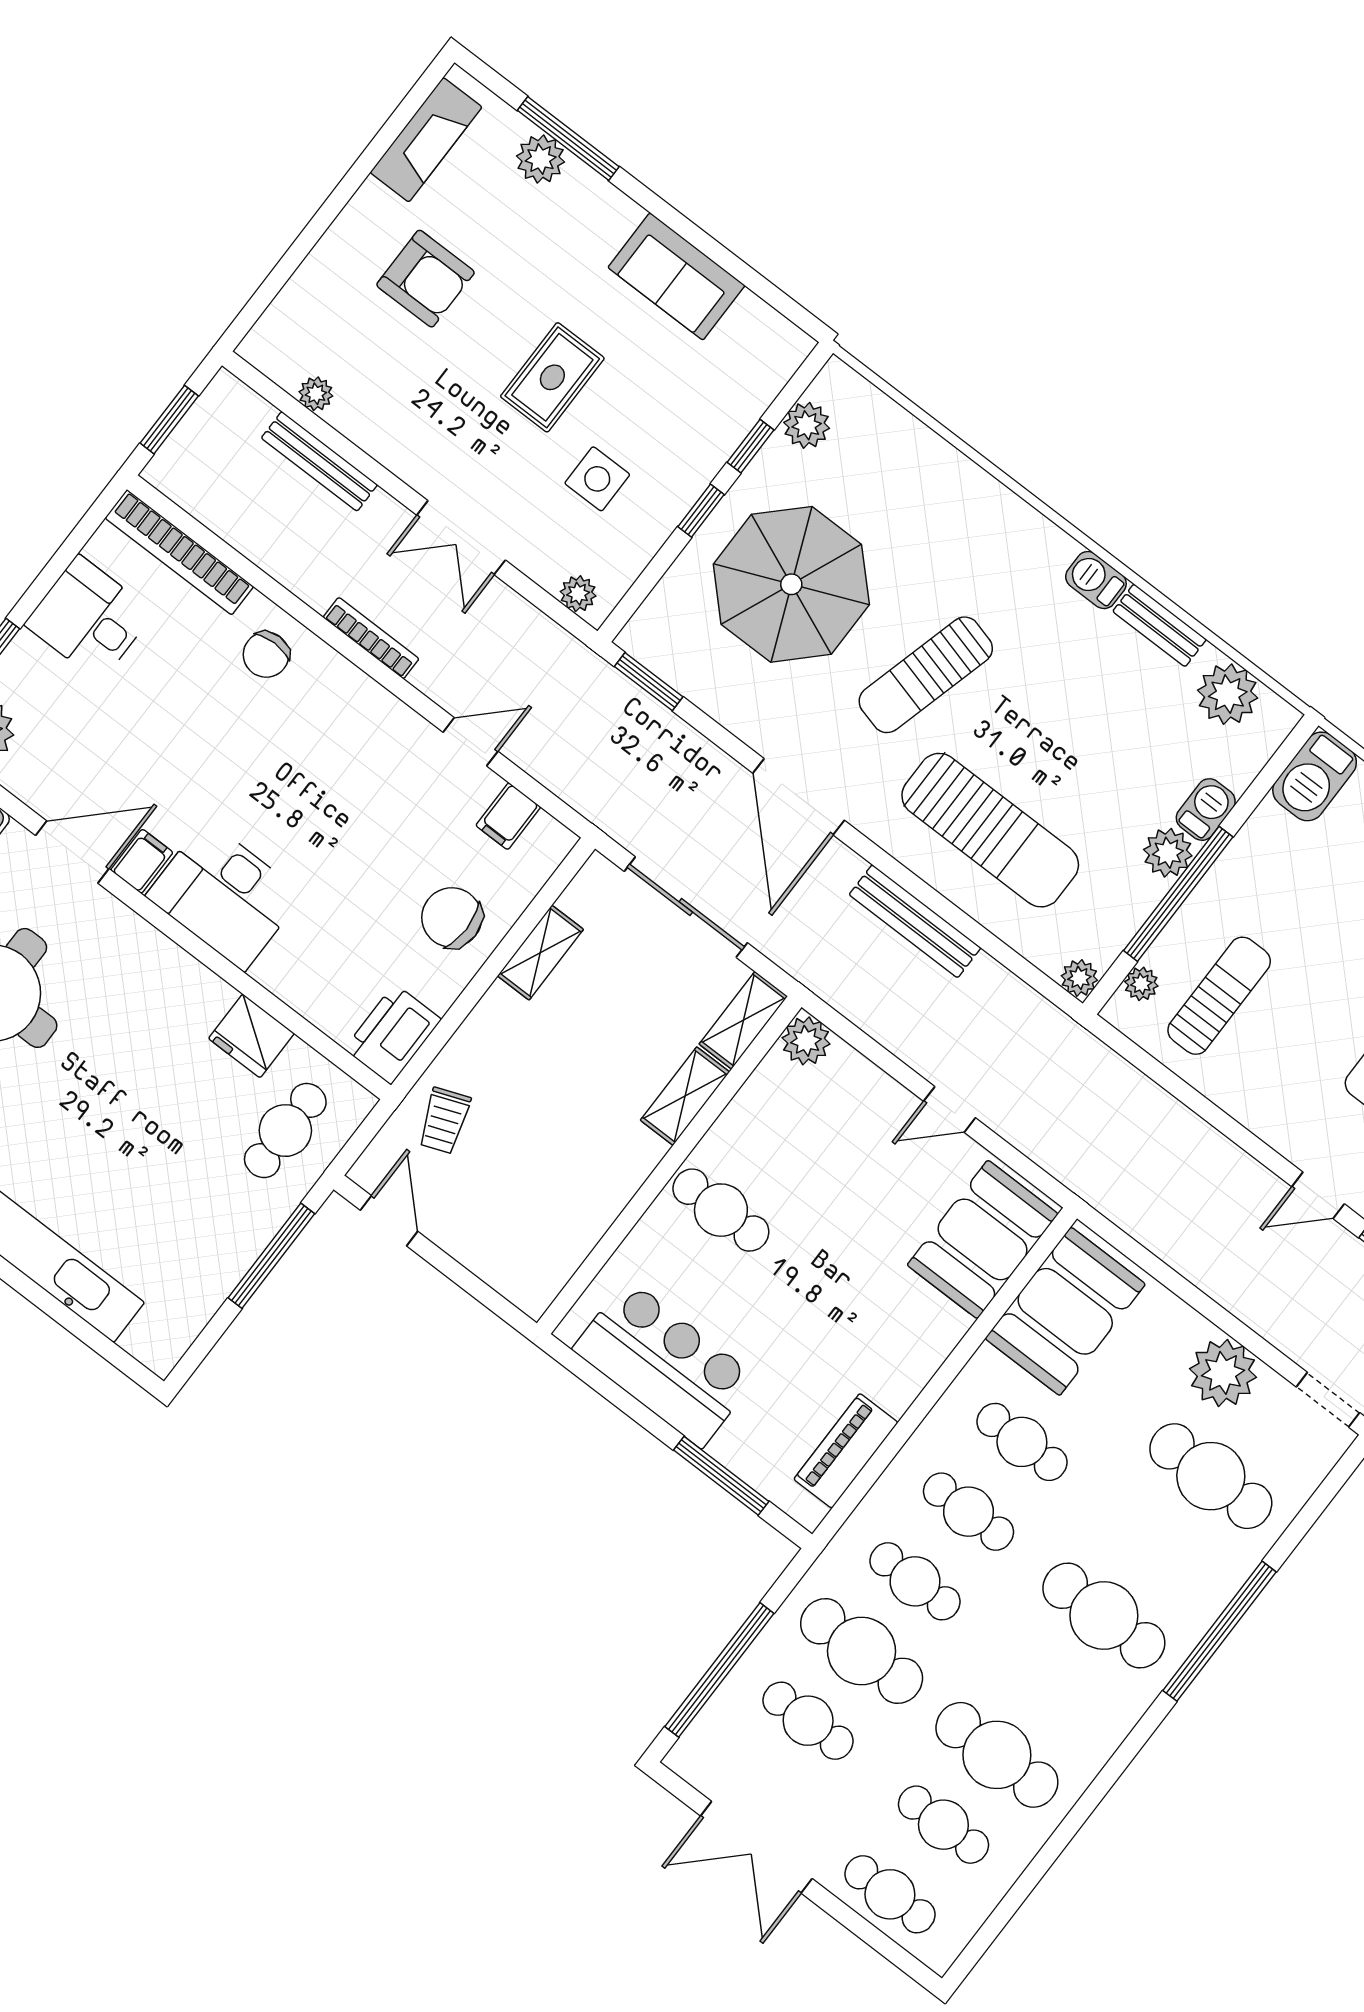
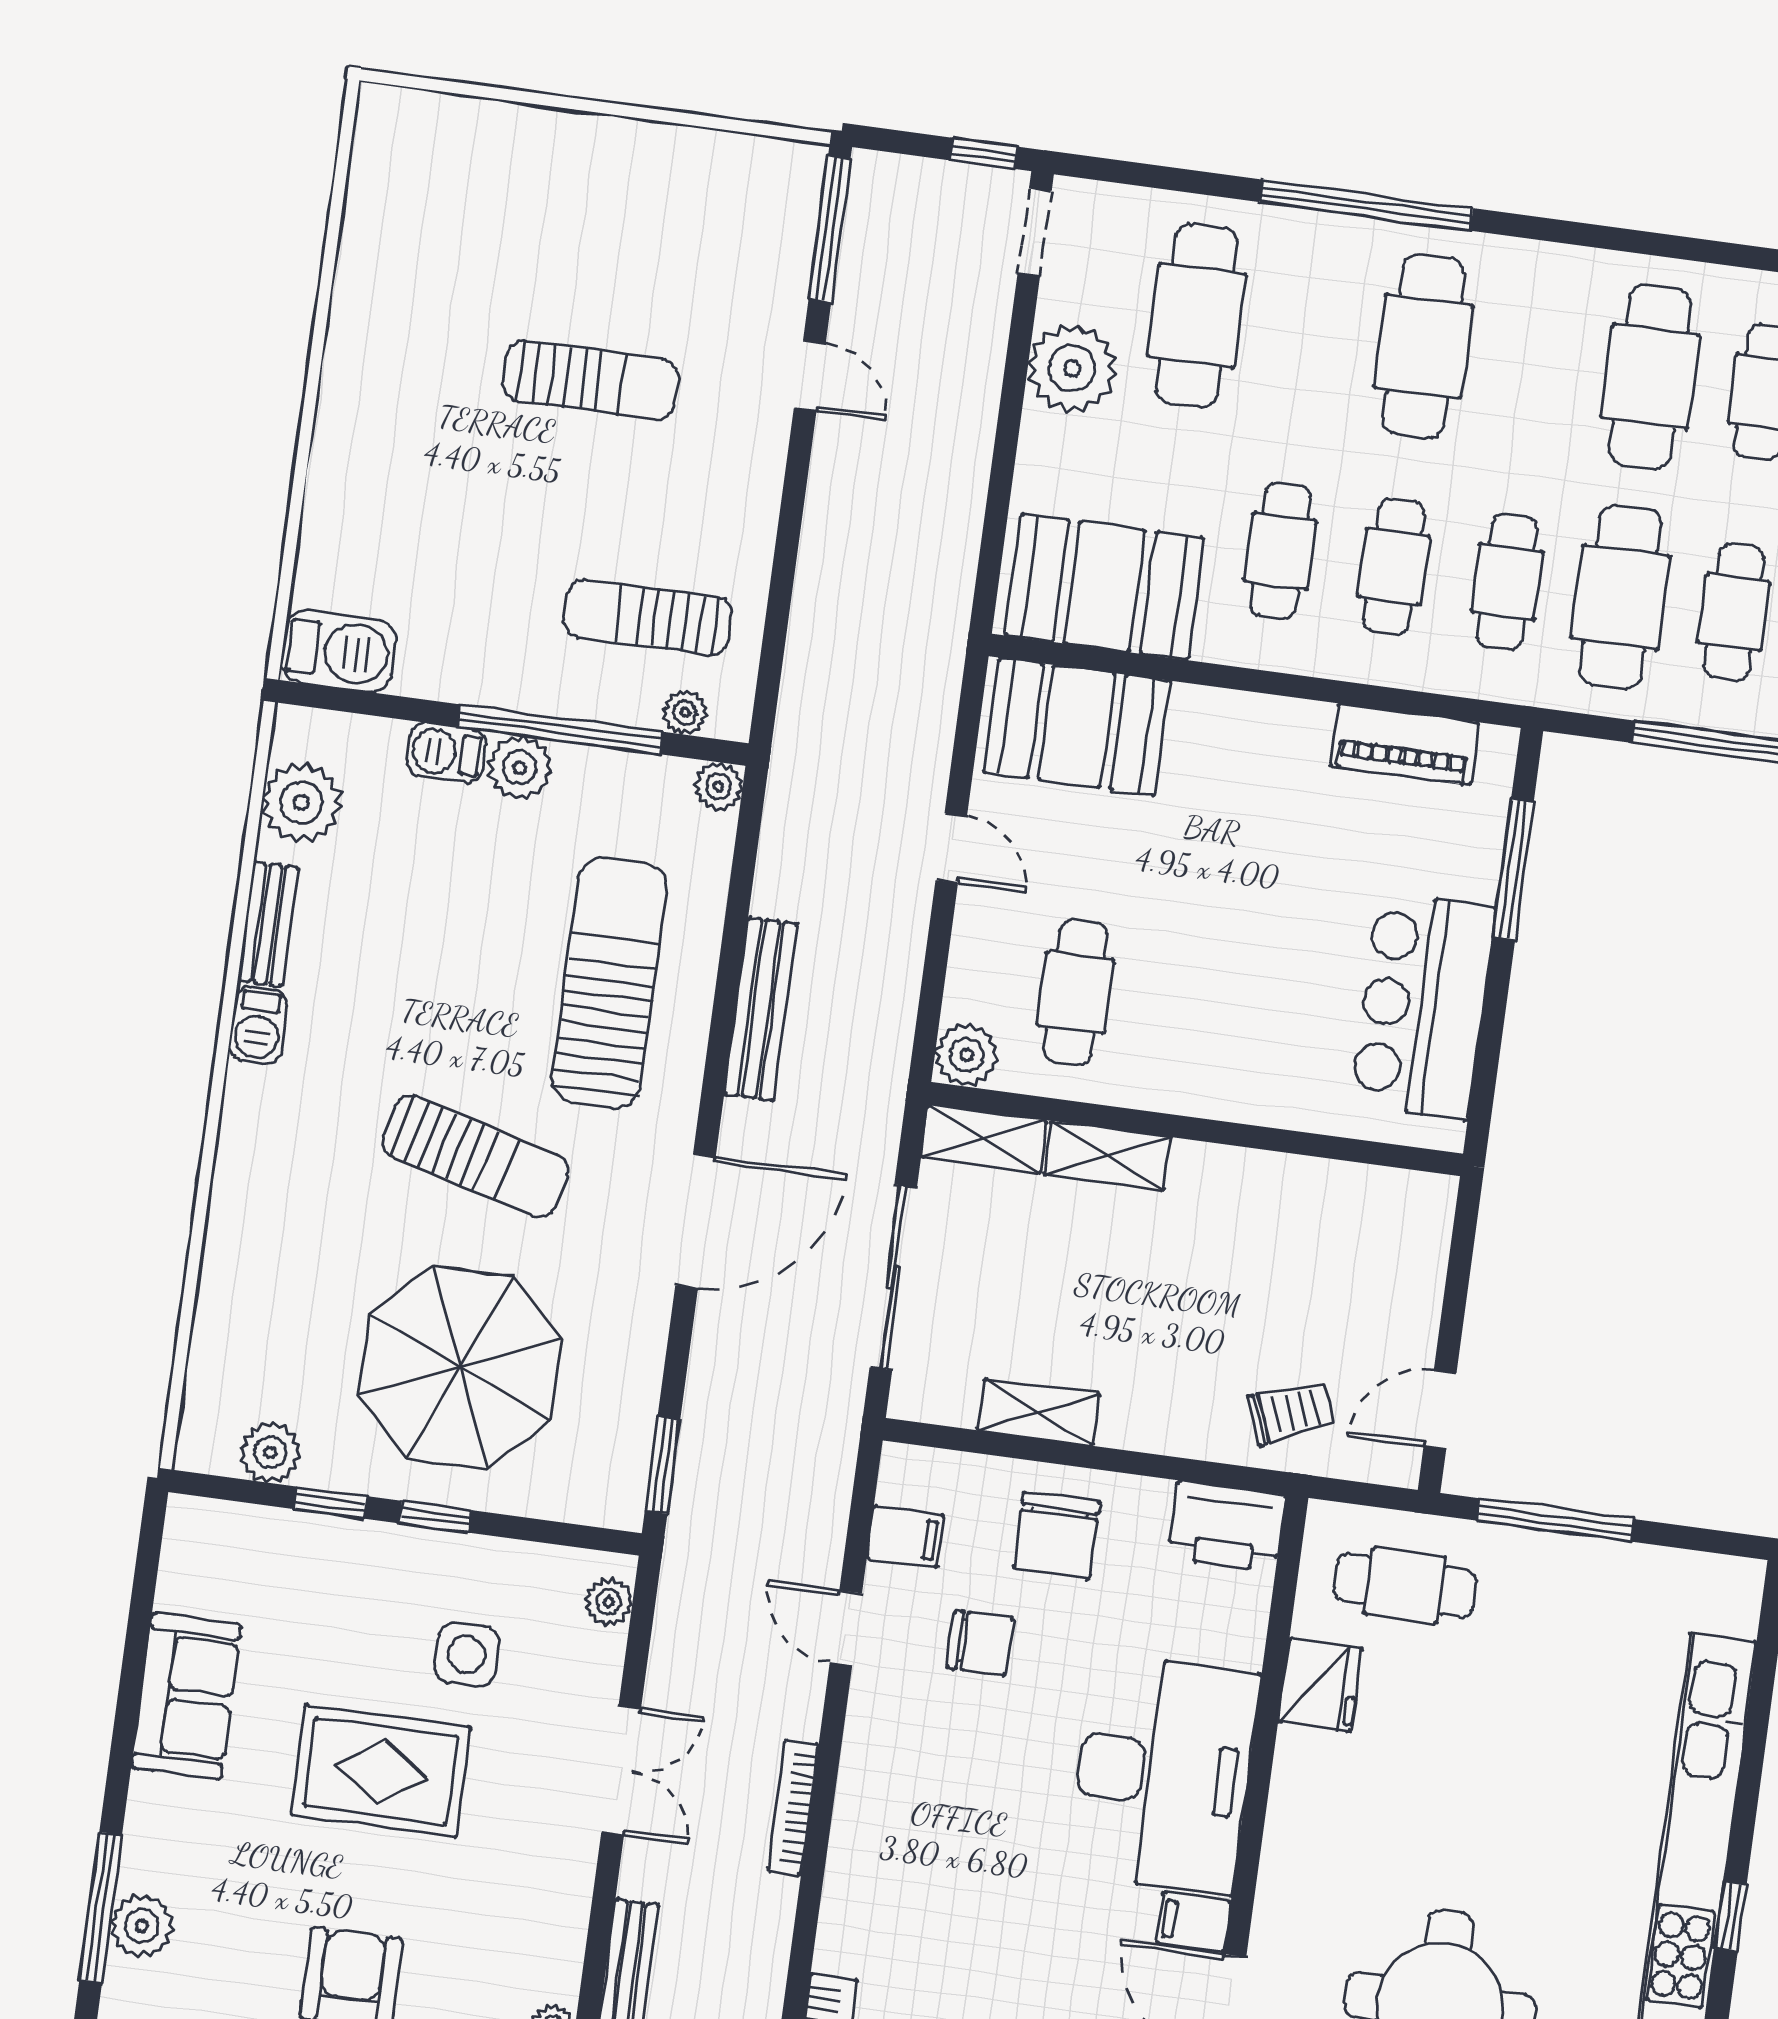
rug: (552, 377) -> (381, 1771), width x1.36, depth x1.43
chair: (266, 655) -> (980, 1643), moved
desk: (225, 895) -> (1163, 1774), width x1.36, depth x1.30
cafe table: (721, 1210) -> (1076, 993), moved

